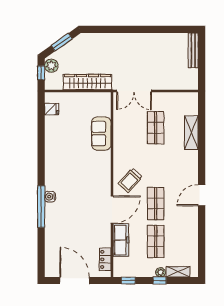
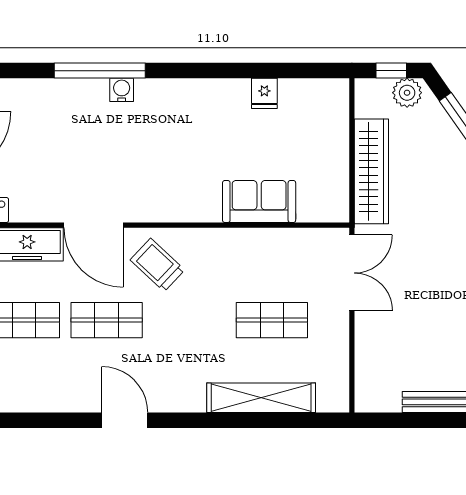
double door: (134, 91) -> (352, 273), swing flipped
fridge: (52, 109) -> (264, 93), moved
shelving: (191, 133) -> (261, 398), width x1.47

